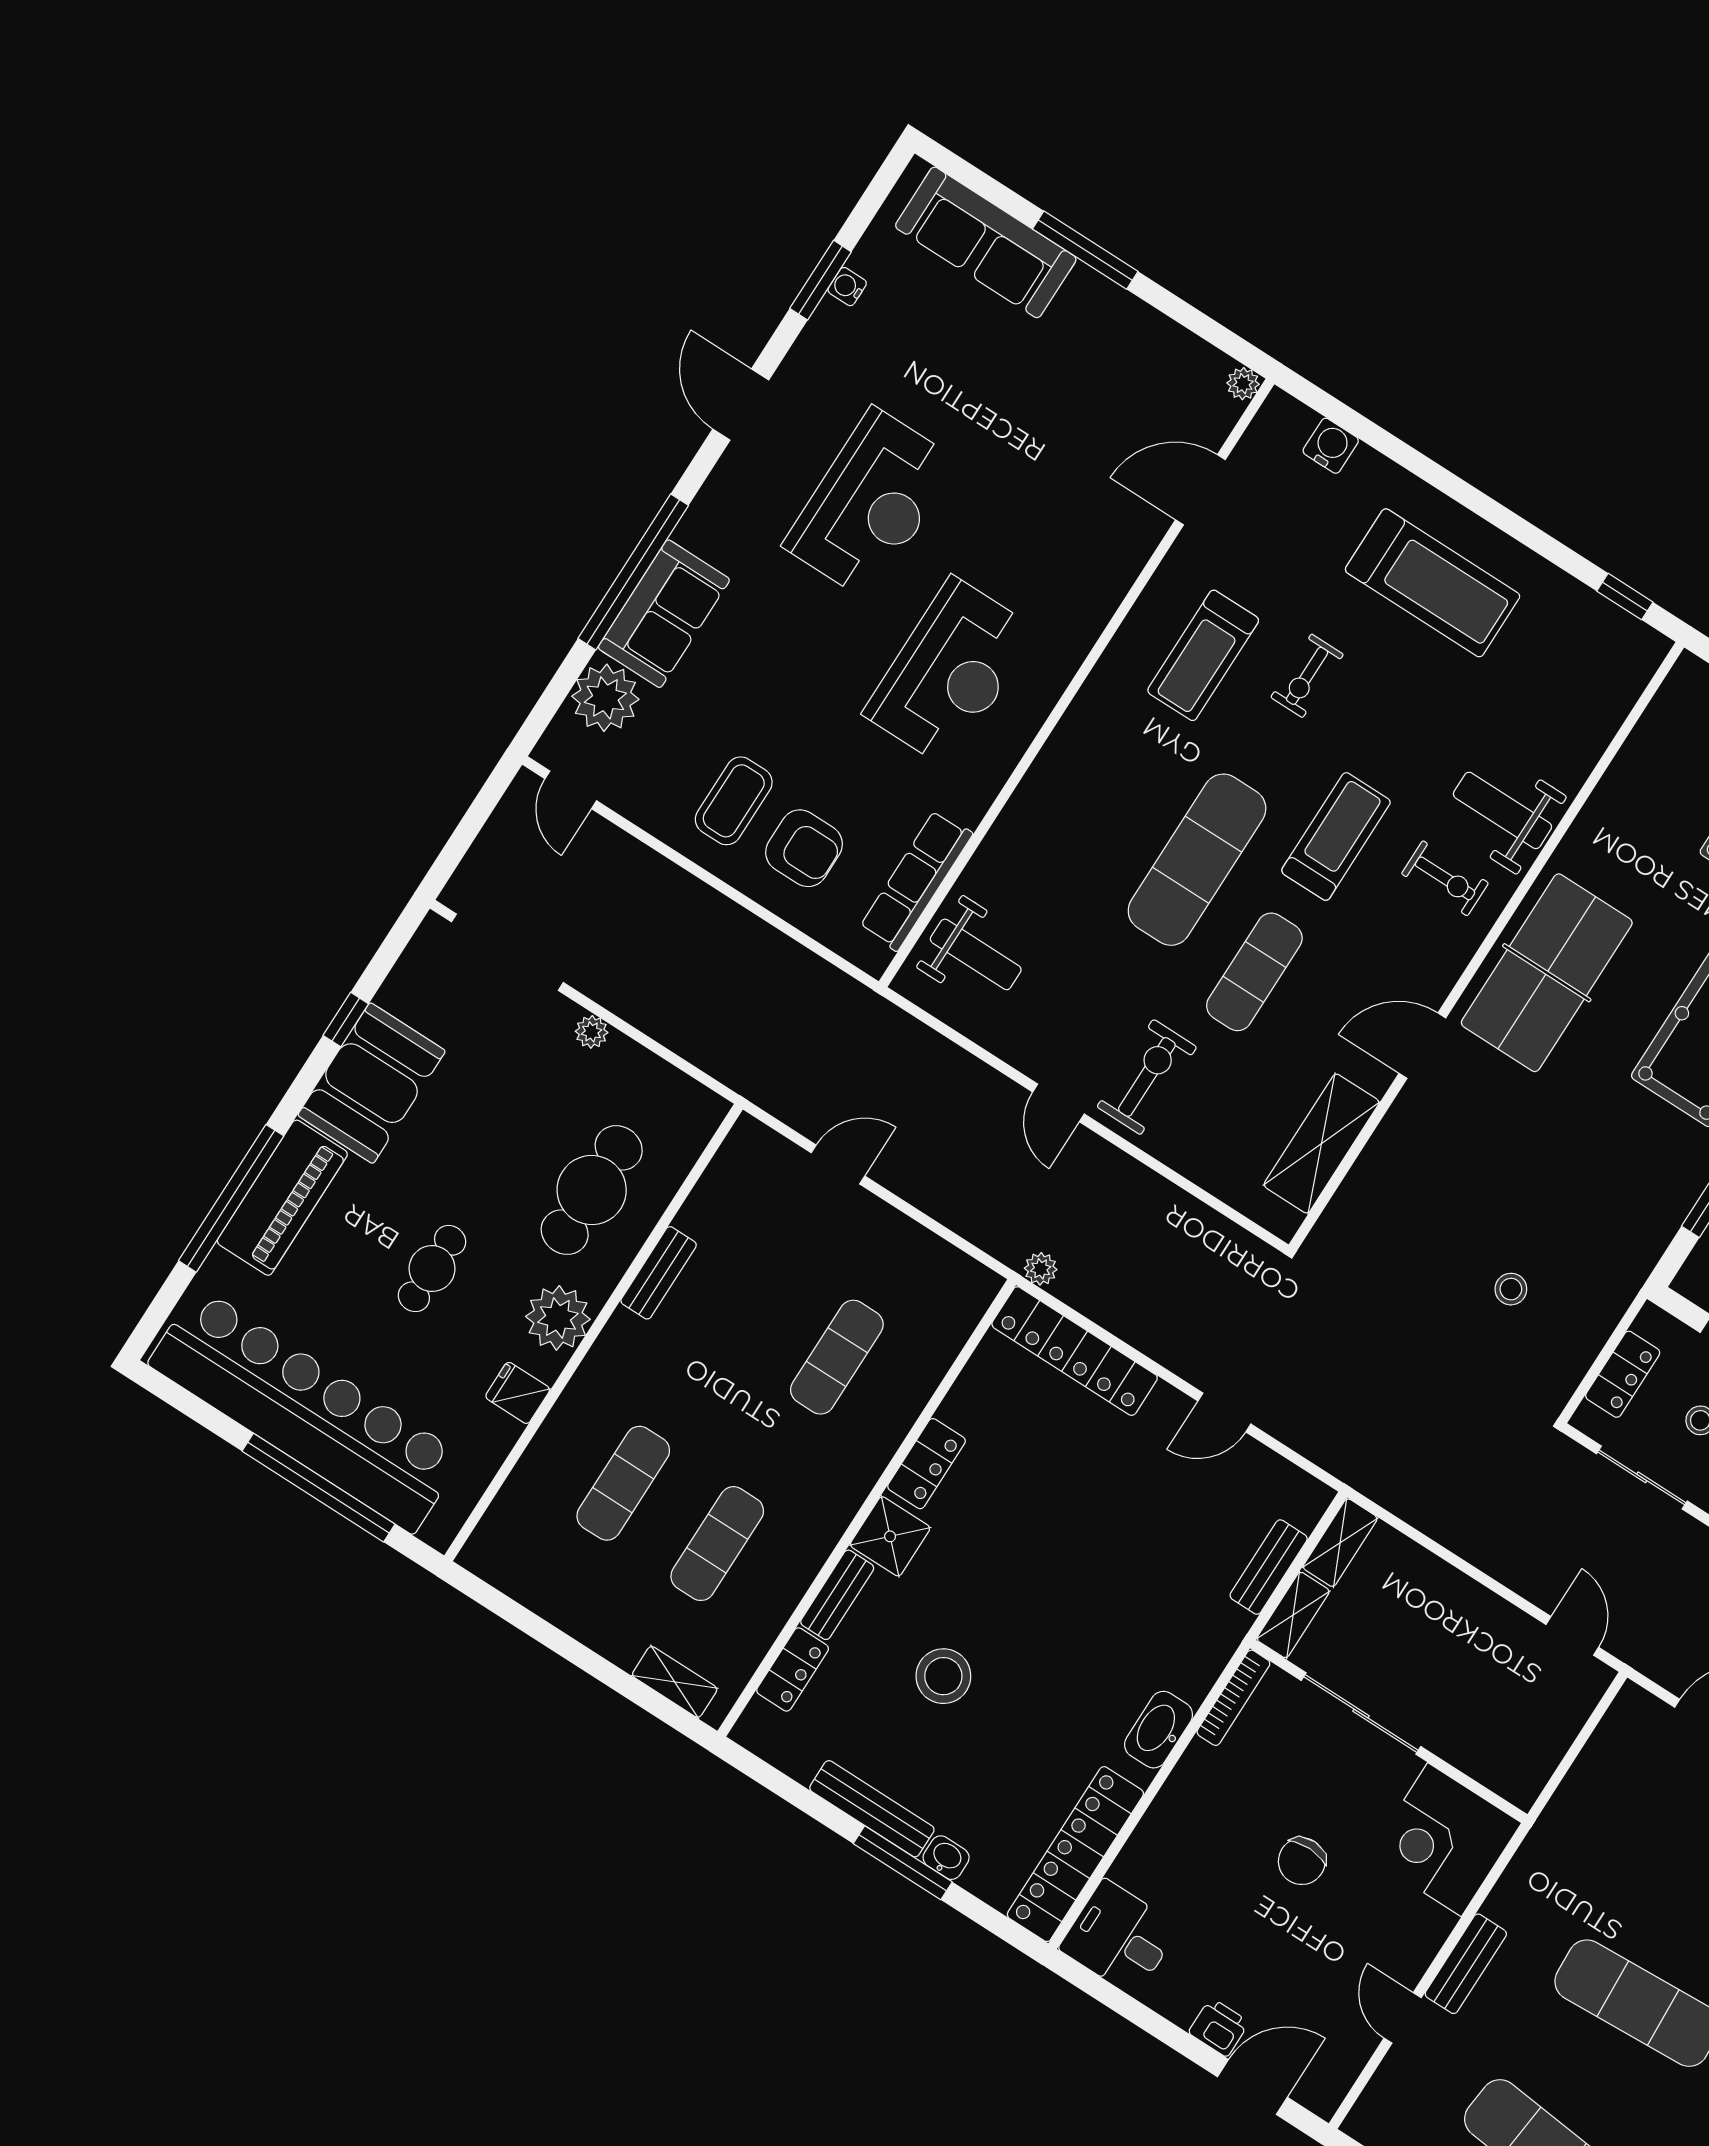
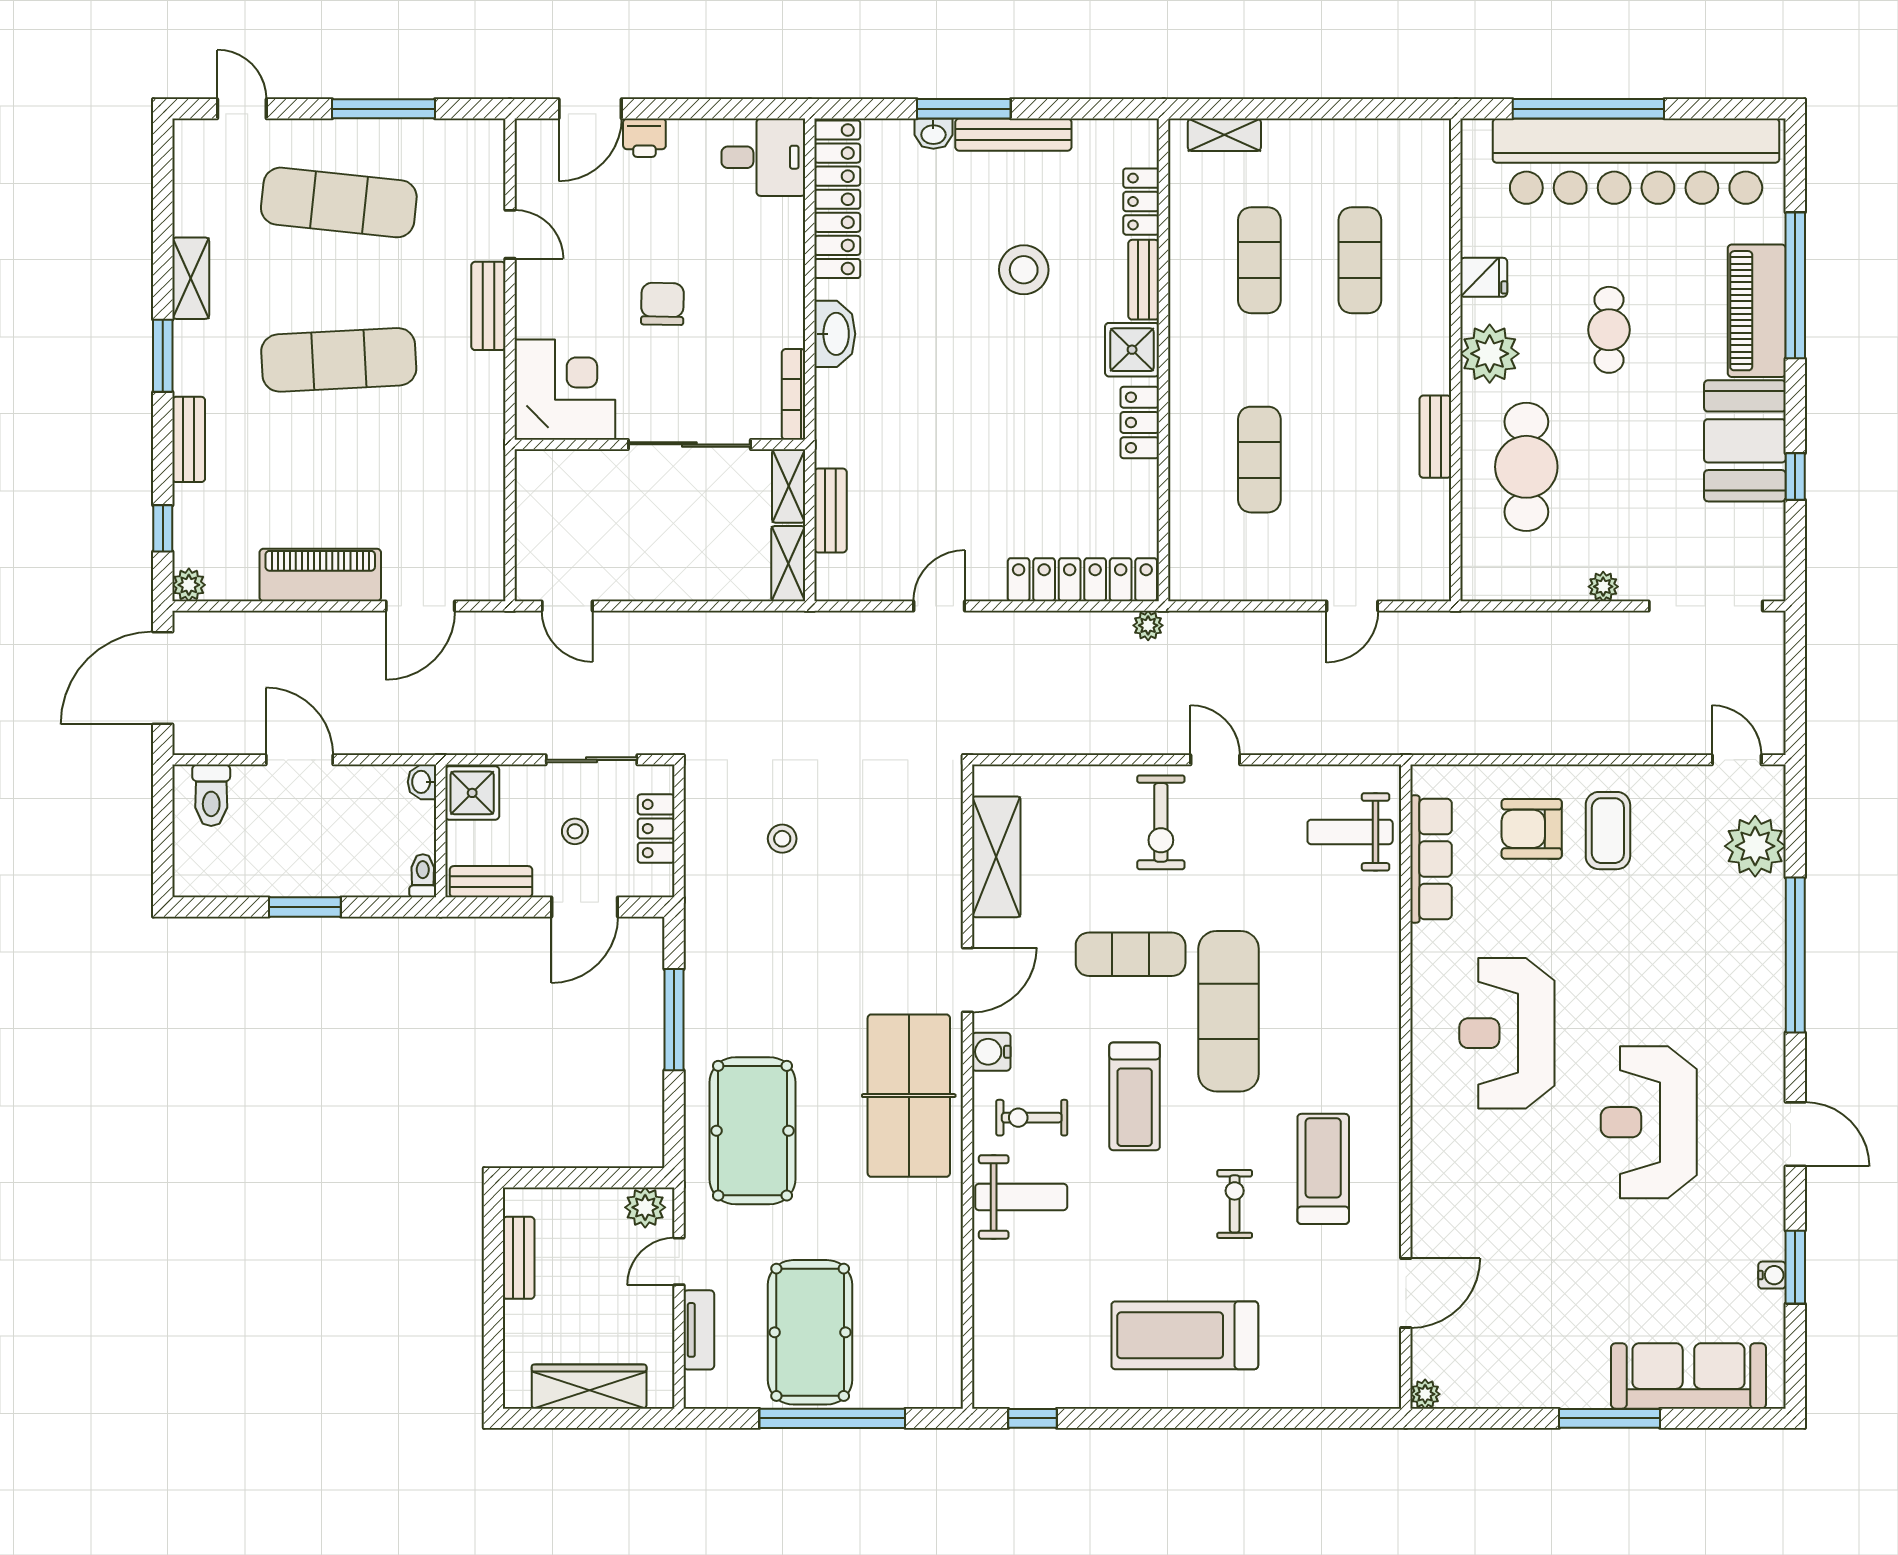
water cooler: (1331, 446) -> (991, 1052), moved, turned 90
sofa: (664, 614) -> (1752, 938), removed
exercise mat: (1254, 972) -> (1131, 954), turned 90

